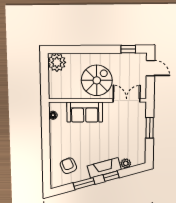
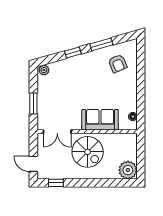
spiral stairs: (97, 80) -> (88, 152), turned -90
plant: (126, 163) -> (44, 70), moved
fireplace: (104, 168) -> (80, 61), removed

